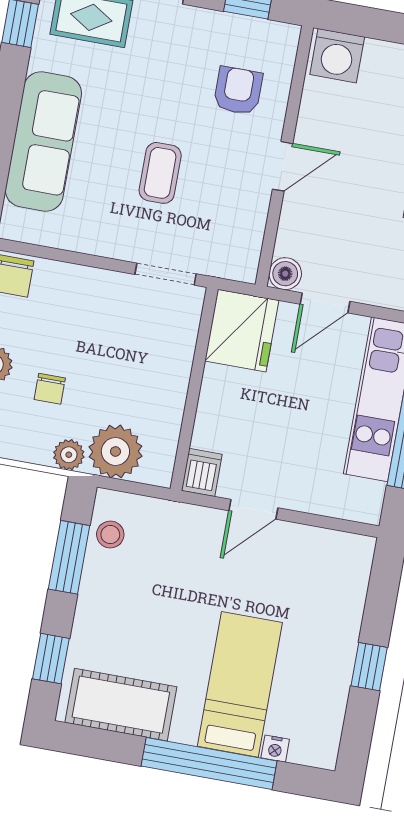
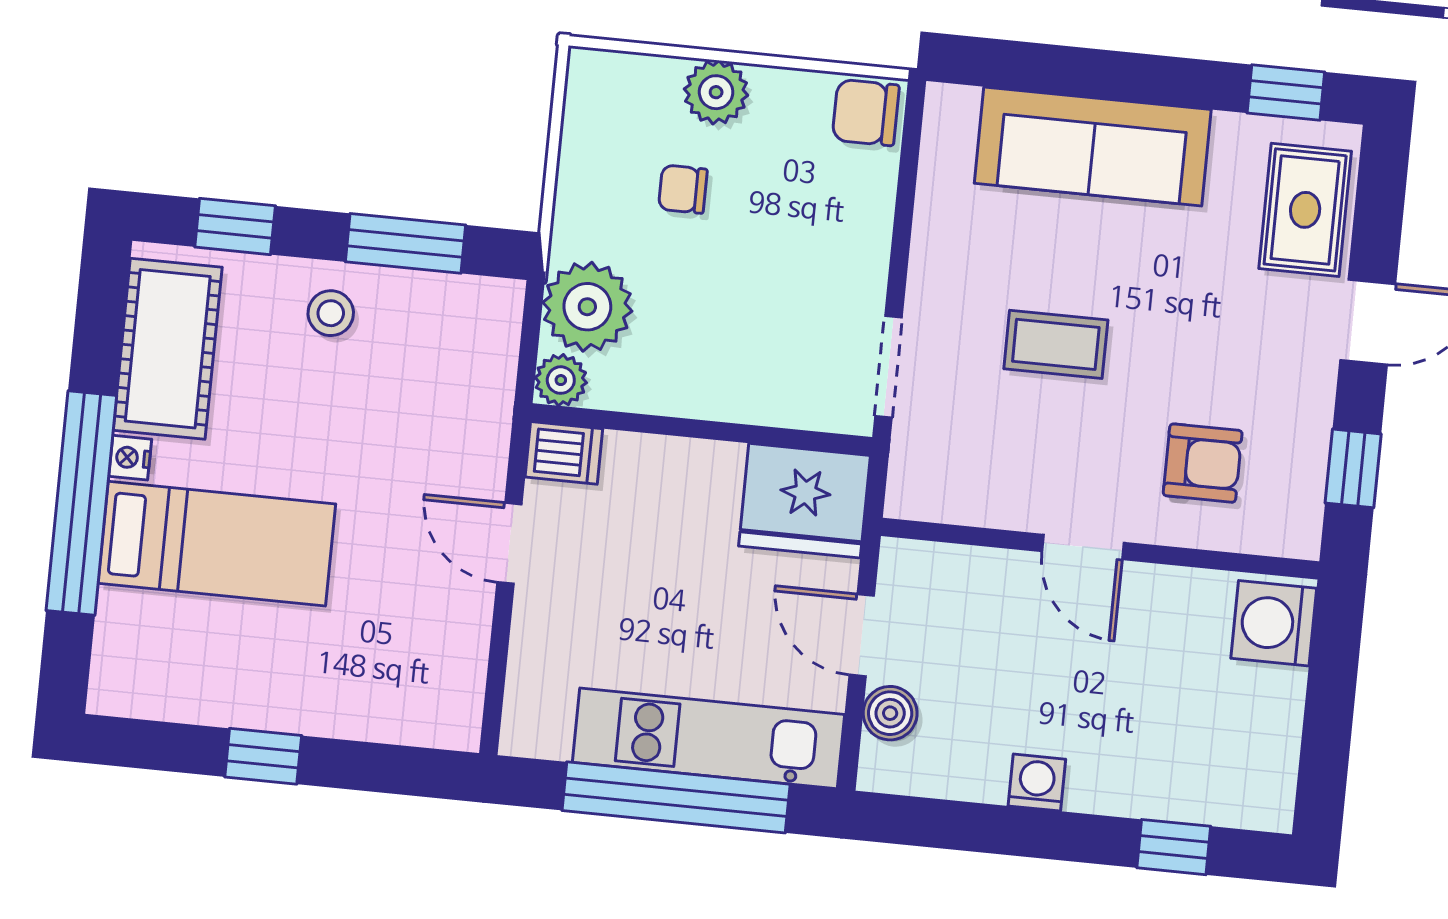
boiler: (285, 274) -> (890, 713), moved
plant: (69, 455) -> (561, 380), moved
stool: (110, 535) -> (331, 313), moved
nightstand: (275, 749) -> (130, 458), moved

